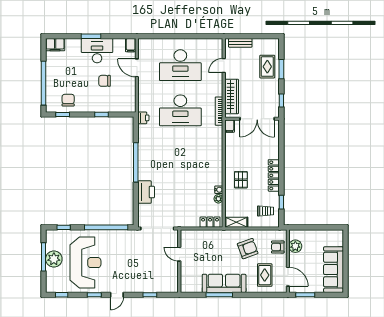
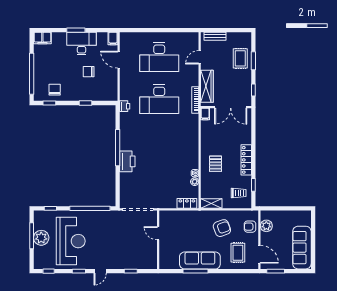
printer: (146, 192) -> (127, 161), moved

